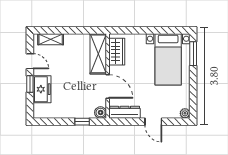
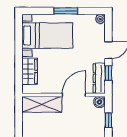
wardrobe: (117, 52) -> (29, 71), moved, turned 90
window: (193, 54) -> (66, 11), moved
window: (130, 122) -> (108, 73), added

